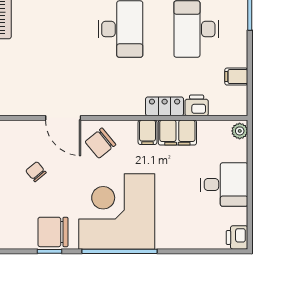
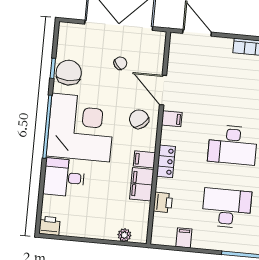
filing cabinet: (96, 104) -> (172, 119), added
locker: (165, 106) -> (166, 161), moved
door: (63, 118) -> (163, 90), hinge flipped
plant: (240, 131) -> (124, 235), moved
desk: (224, 185) -> (64, 178), moved, turned 90

